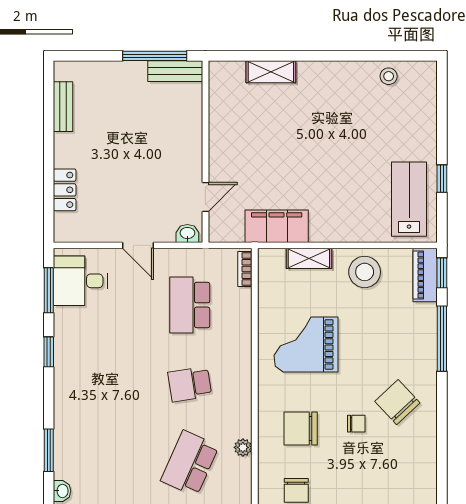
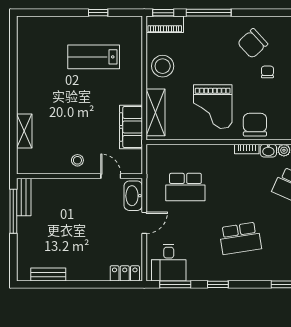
stool: (389, 76) -> (77, 160), moved
locker: (65, 190) -> (125, 273), moved
lab bench: (409, 199) -> (94, 57), moved
washbasin: (187, 234) -> (133, 196), width x1.91, depth x1.45
shelving: (309, 258) -> (156, 112), width x1.50, depth x1.33
bookcase: (245, 269) -> (247, 149), moved
school desk: (190, 384) -> (240, 238), moved, width x1.85
washbasin: (242, 425) -> (268, 151), added
chair: (301, 428) -> (255, 125), moved, turned 180

